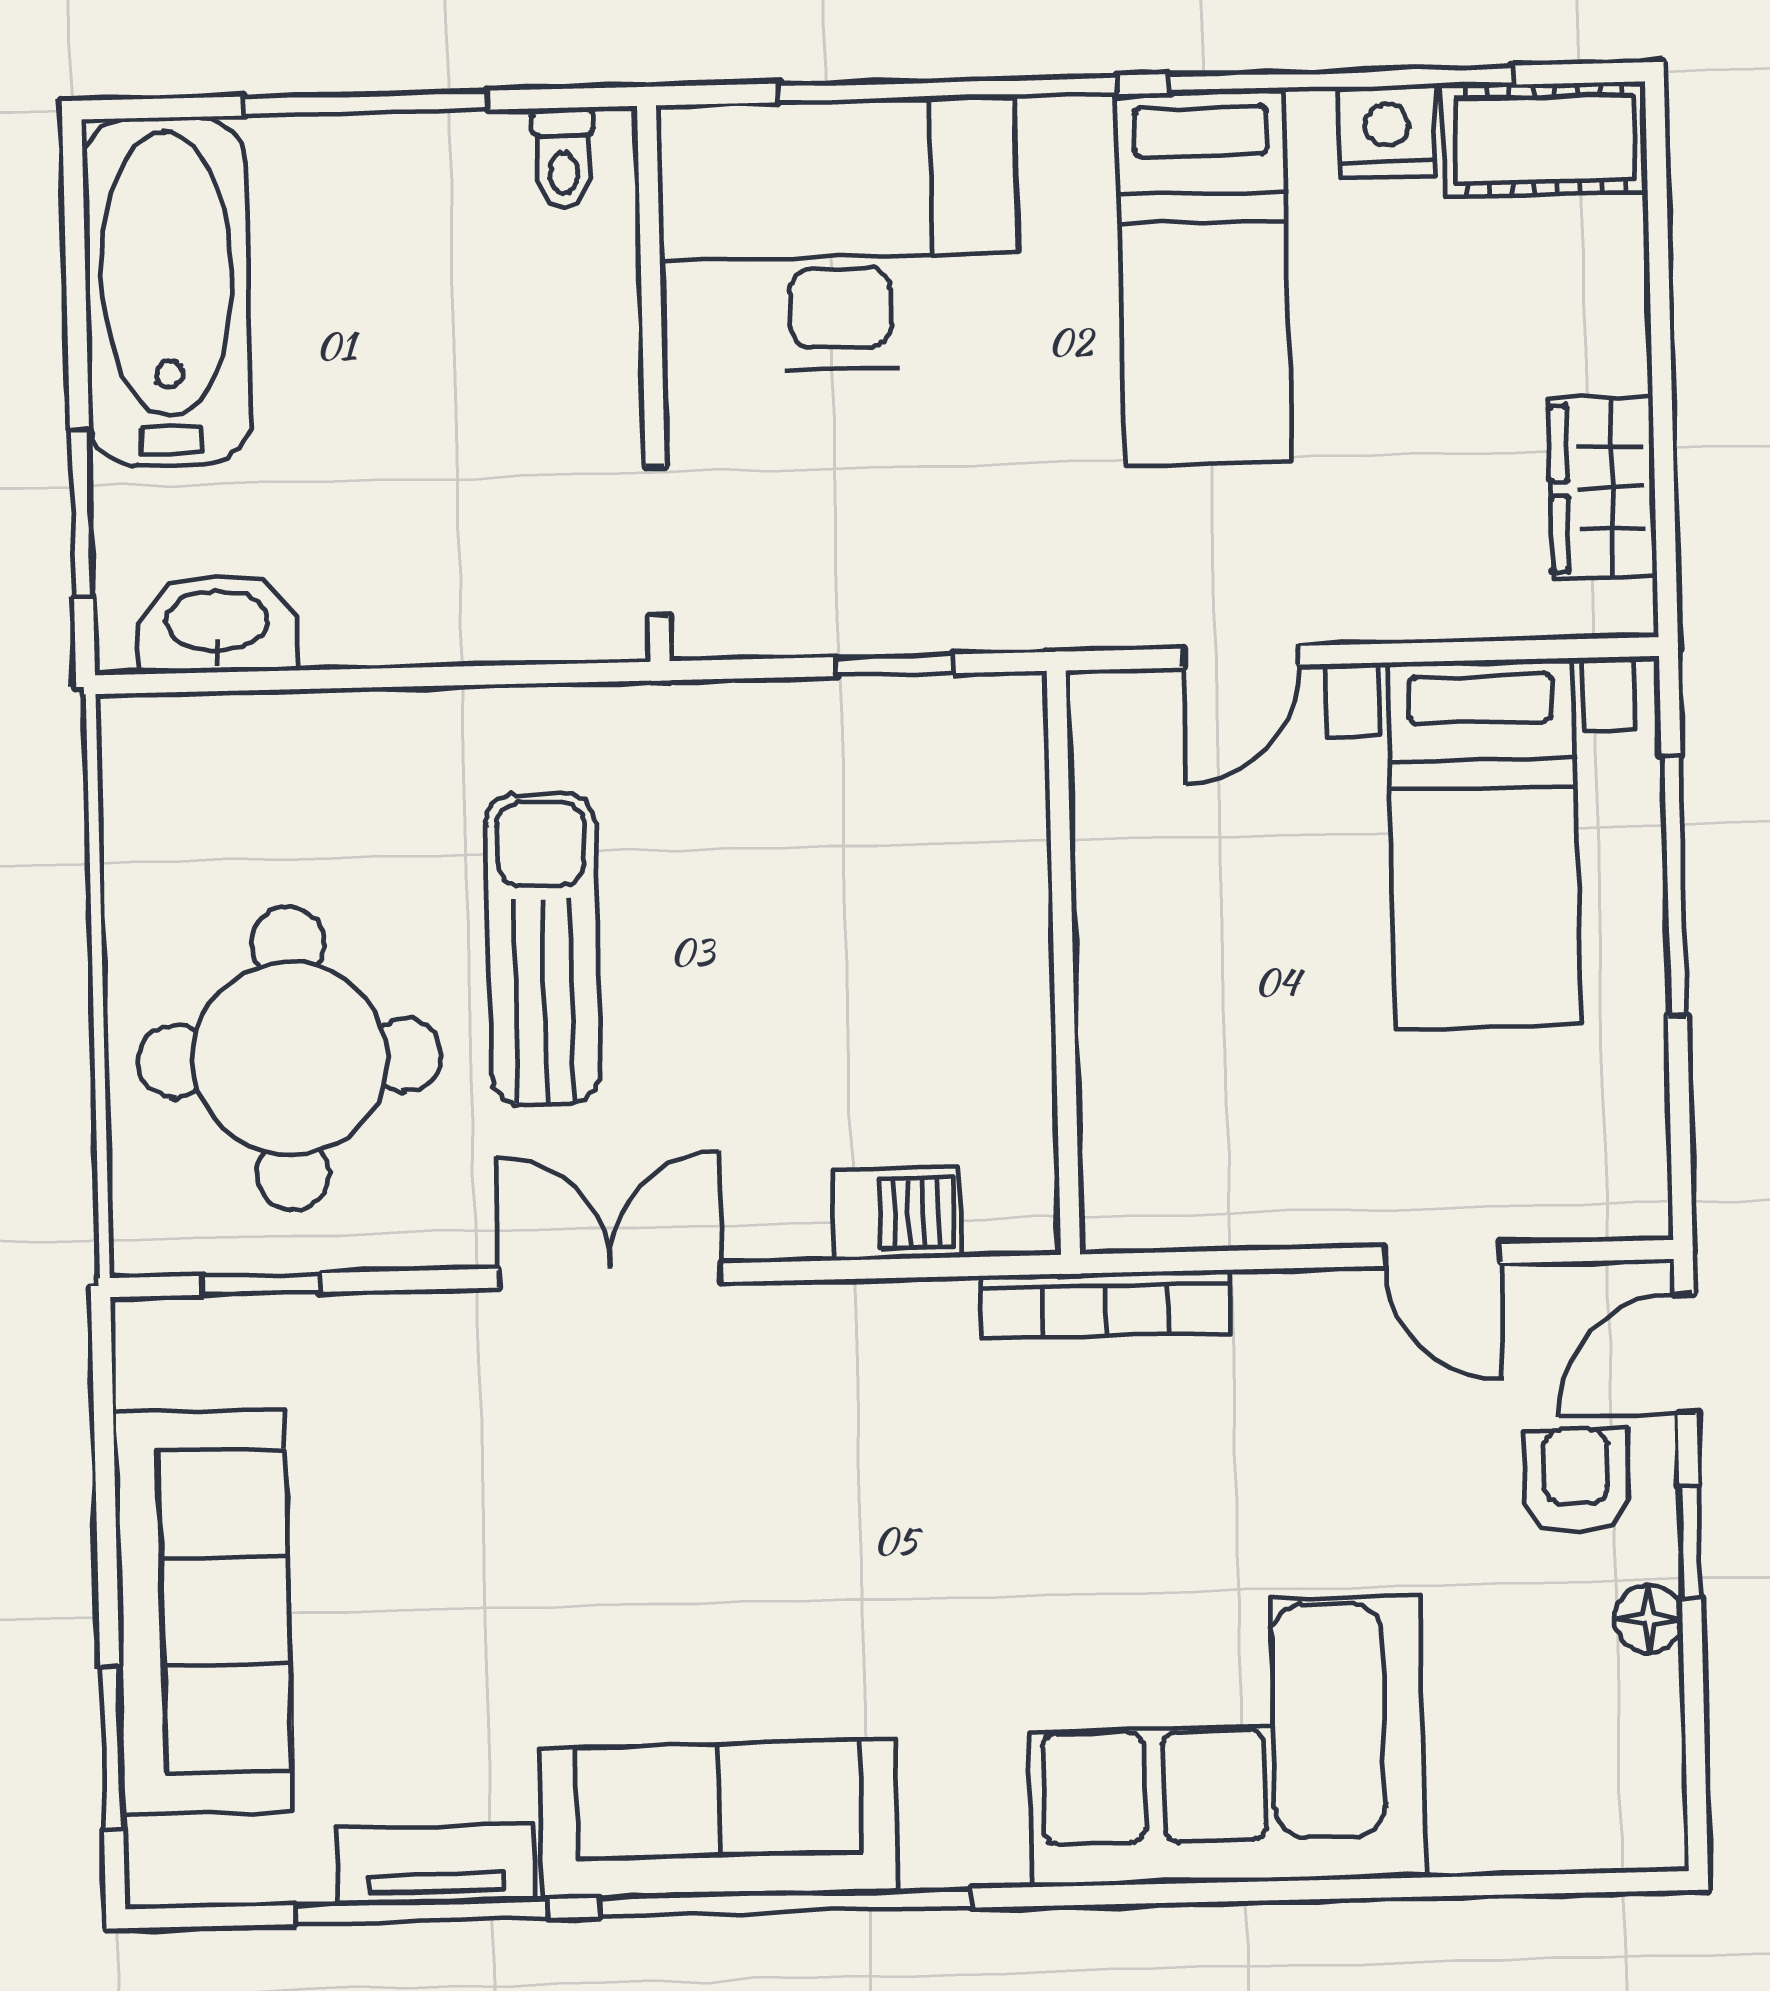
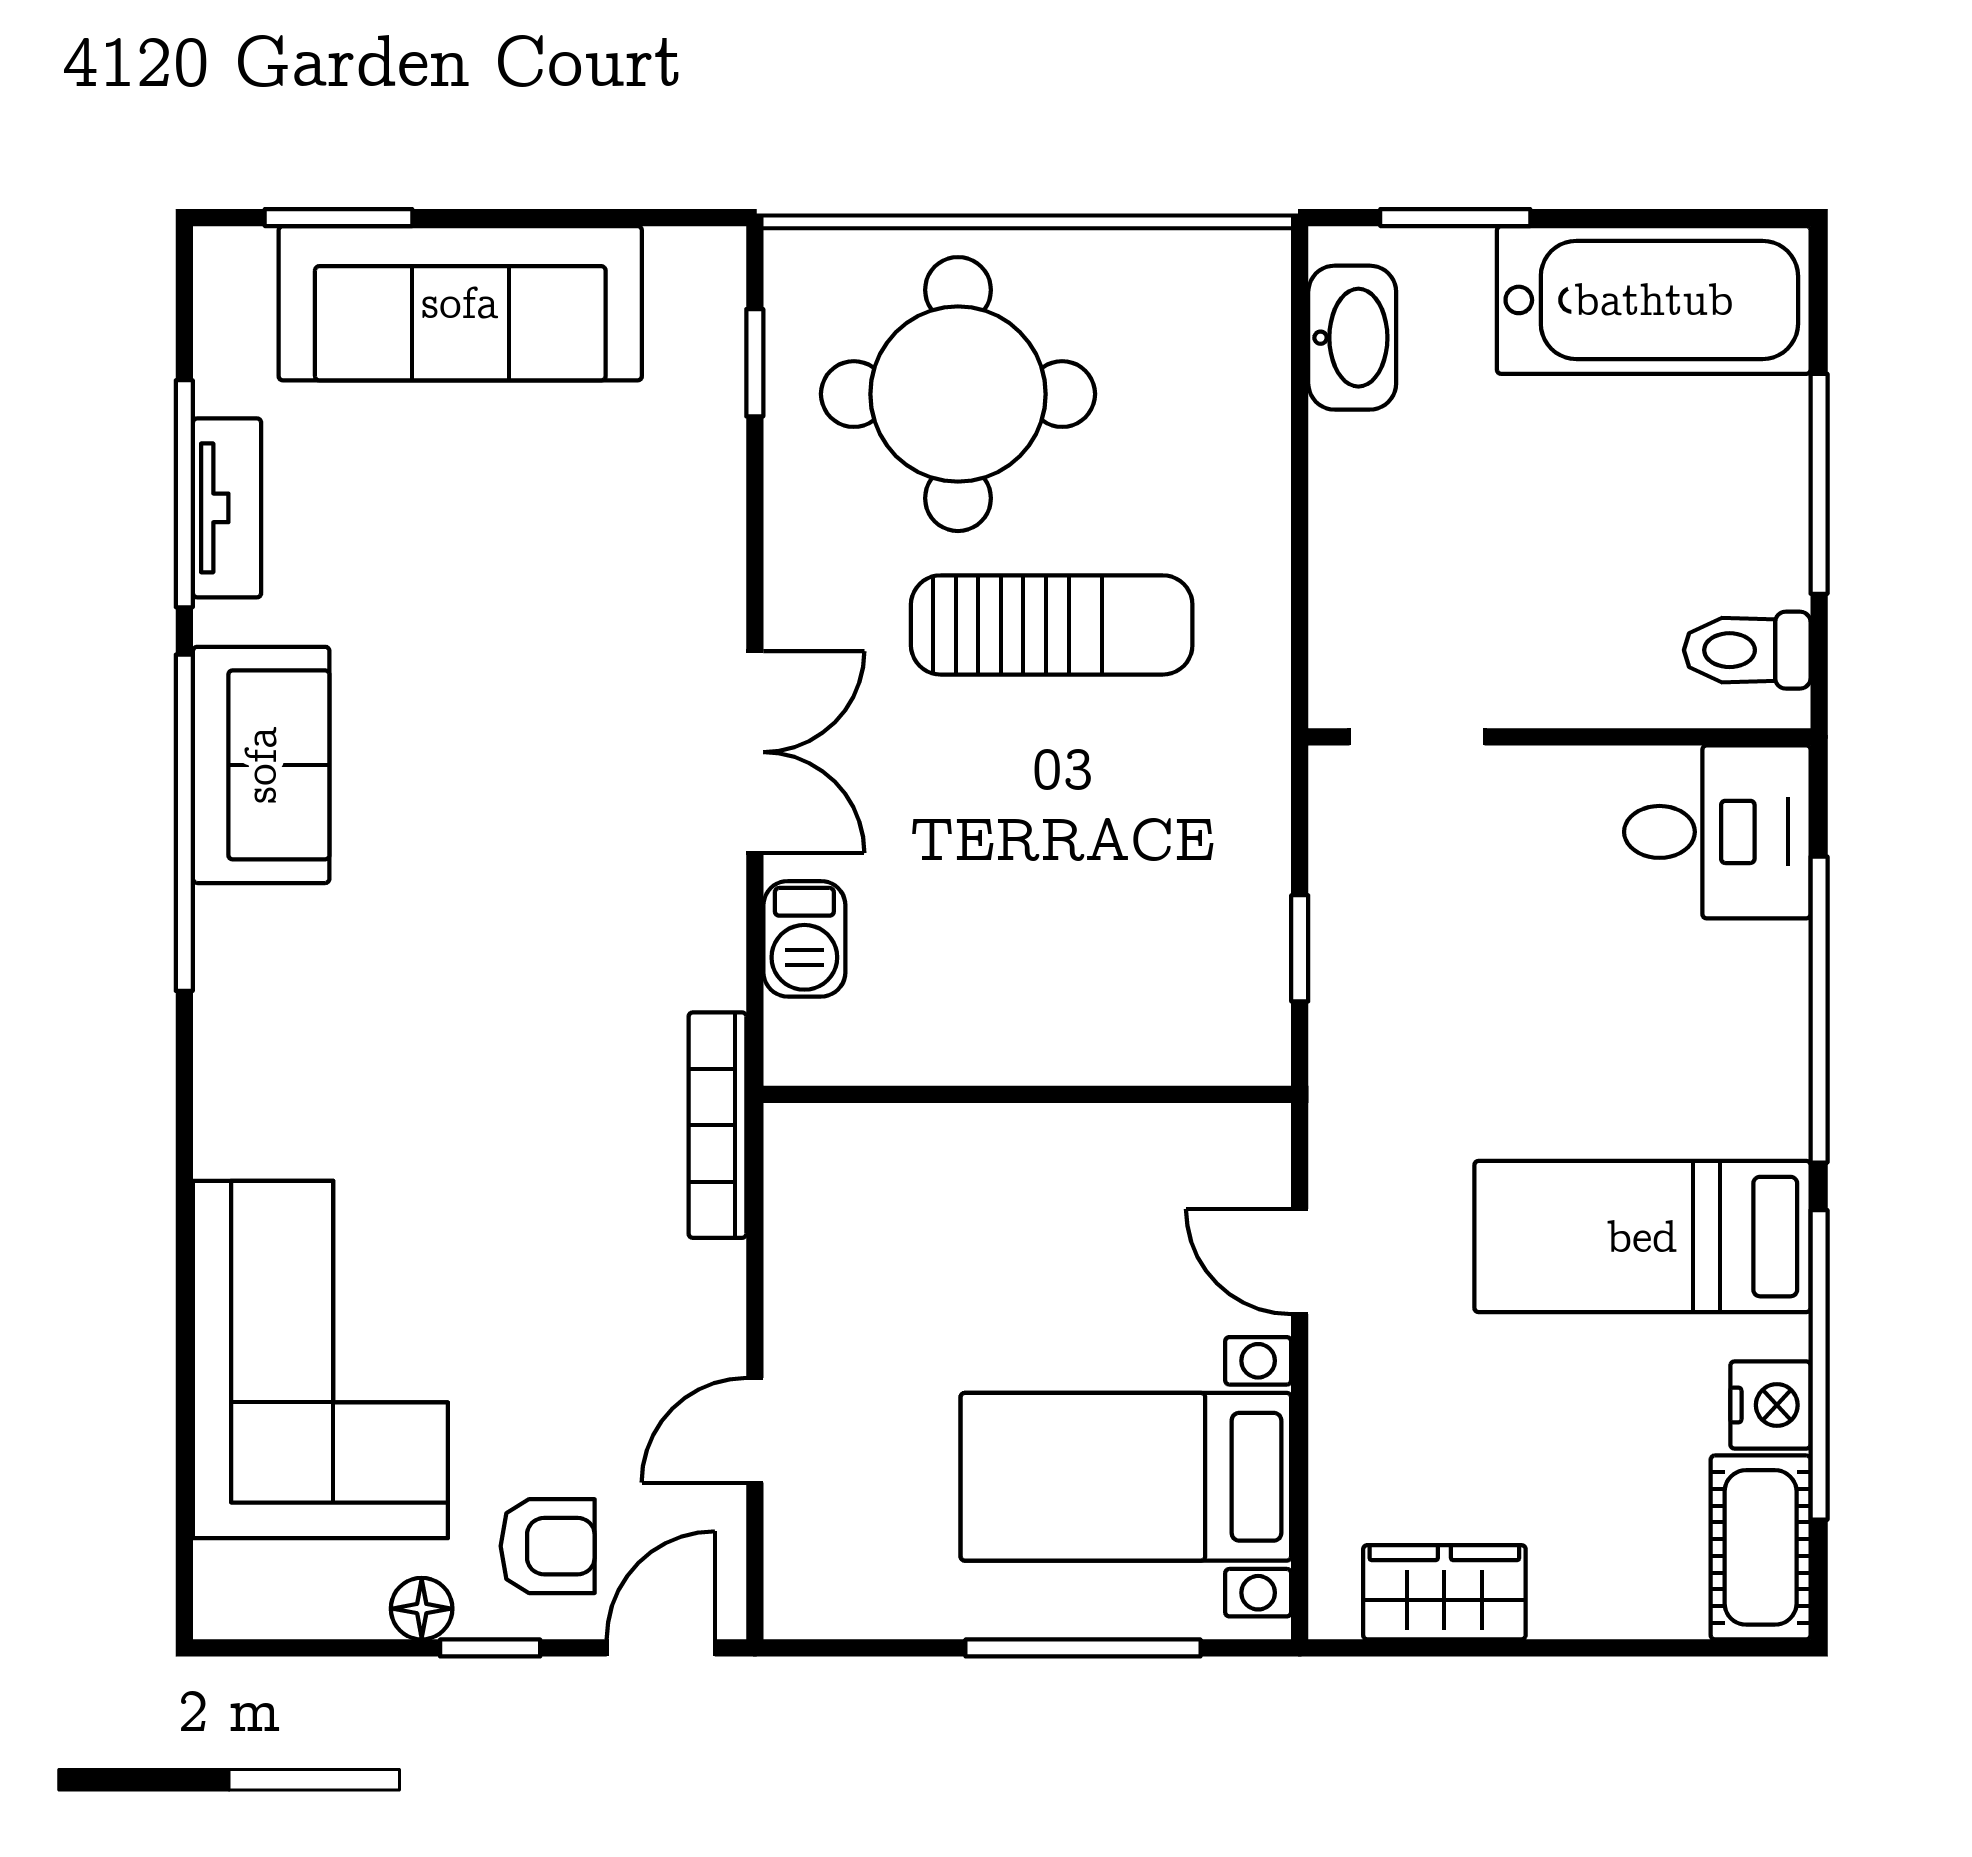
toilet: (563, 158) -> (1747, 650), width x1.37, depth x1.39
desk: (838, 235) -> (1717, 832), width x0.53, depth x0.77
double door: (610, 1275) -> (755, 752), moved
door: (1686, 1353) -> (661, 1648), hinge flipped
corner sofa: (1226, 1741) -> (320, 1360), moved
sofa: (719, 1819) -> (261, 765), width x0.73

